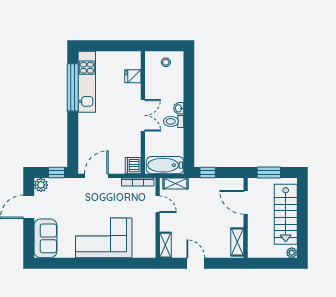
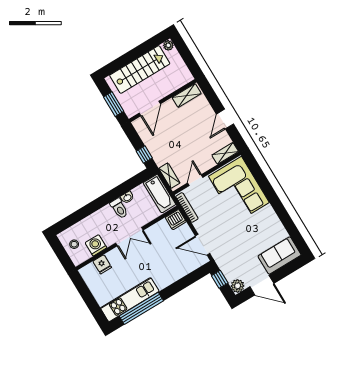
washing machine: (153, 81) -> (96, 245), added
washbasin: (179, 108) -> (127, 197), moved
double door: (143, 115) -> (129, 237), swing flipped
corner sofa: (104, 238) -> (239, 189), moved

